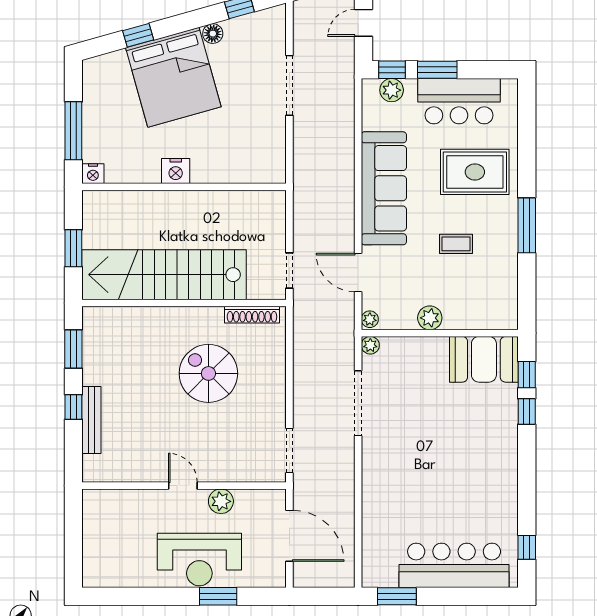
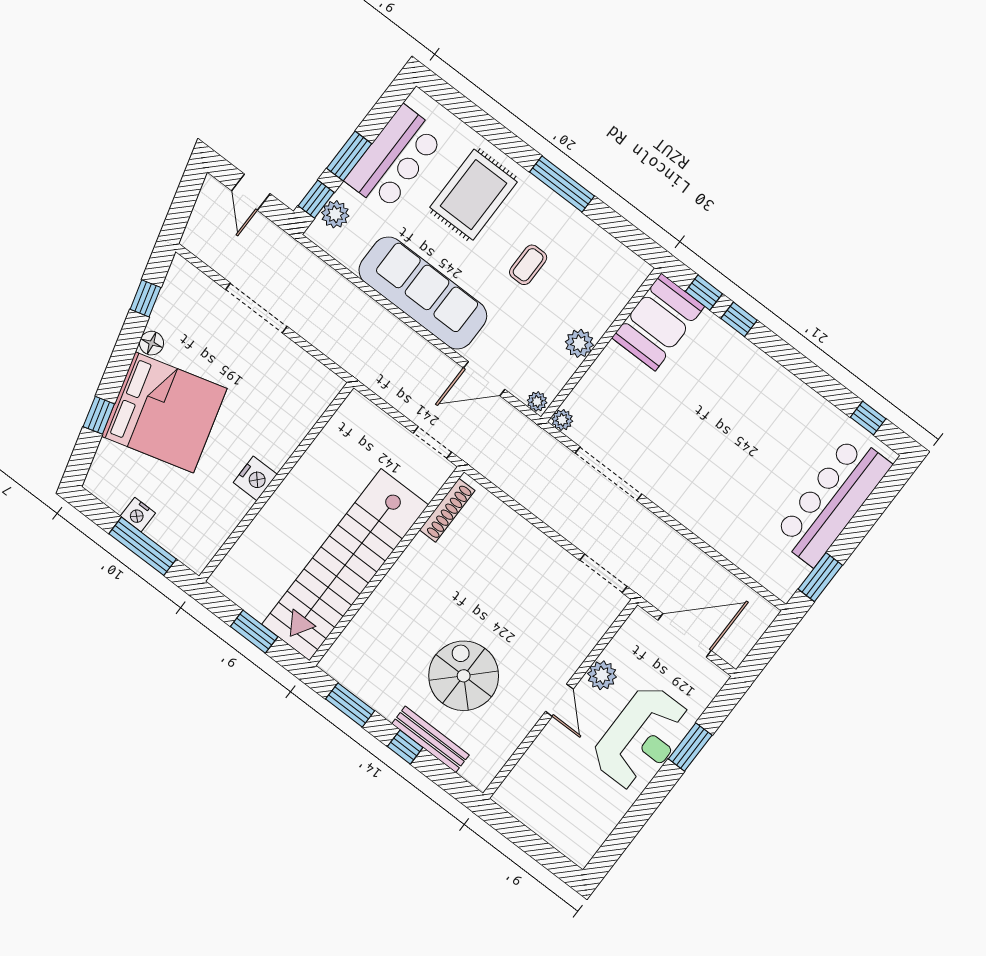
nightstand: (93, 174) -> (138, 515), moved, turned 90
spiral stairs: (208, 373) -> (464, 676), moved, turned 90
door: (183, 486) -> (559, 700), swing flipped

